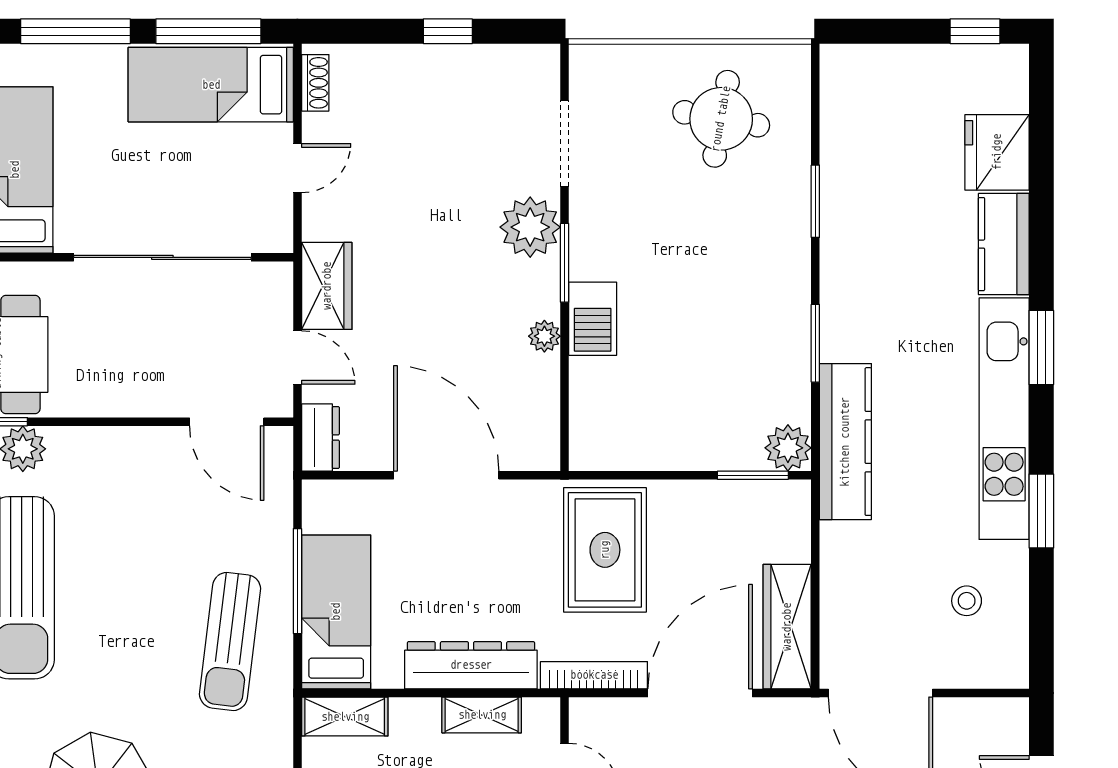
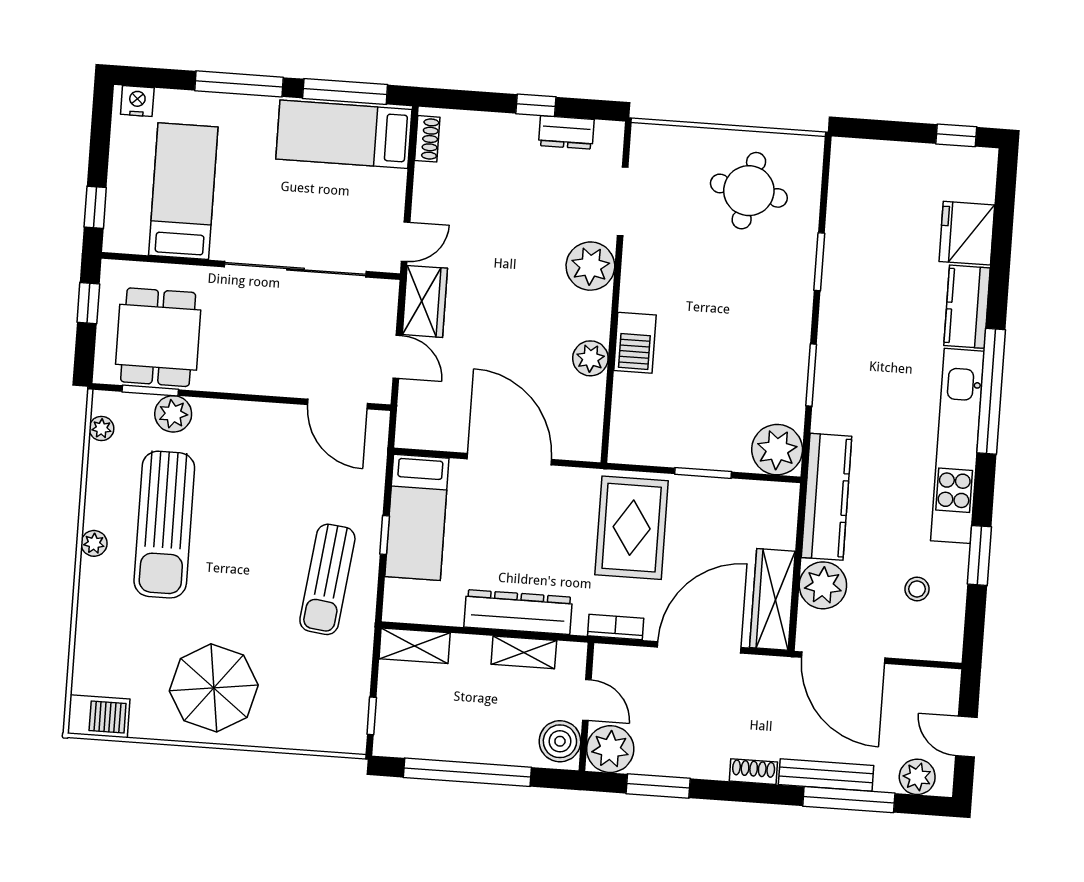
door: (297, 168) -> (406, 242), moved
window: (565, 263) -> (616, 296), removed
plant: (544, 336) -> (590, 358), width x1.38, depth x1.38
window: (1041, 347) -> (991, 391), width x2.11
dresser: (320, 438) -> (566, 132), moved, turned 90
kitchen counter: (845, 442) -> (827, 497), moved
plant: (788, 448) -> (777, 450), width x1.36, depth x1.36
window: (753, 475) -> (703, 473), moved
window: (1041, 511) -> (979, 555), moved
window: (297, 581) -> (385, 535), width x0.46
plant: (849, 605) -> (823, 585), added
bed: (336, 612) -> (417, 517), moved, turned 180
bookcase: (594, 675) -> (616, 627), width x0.64

